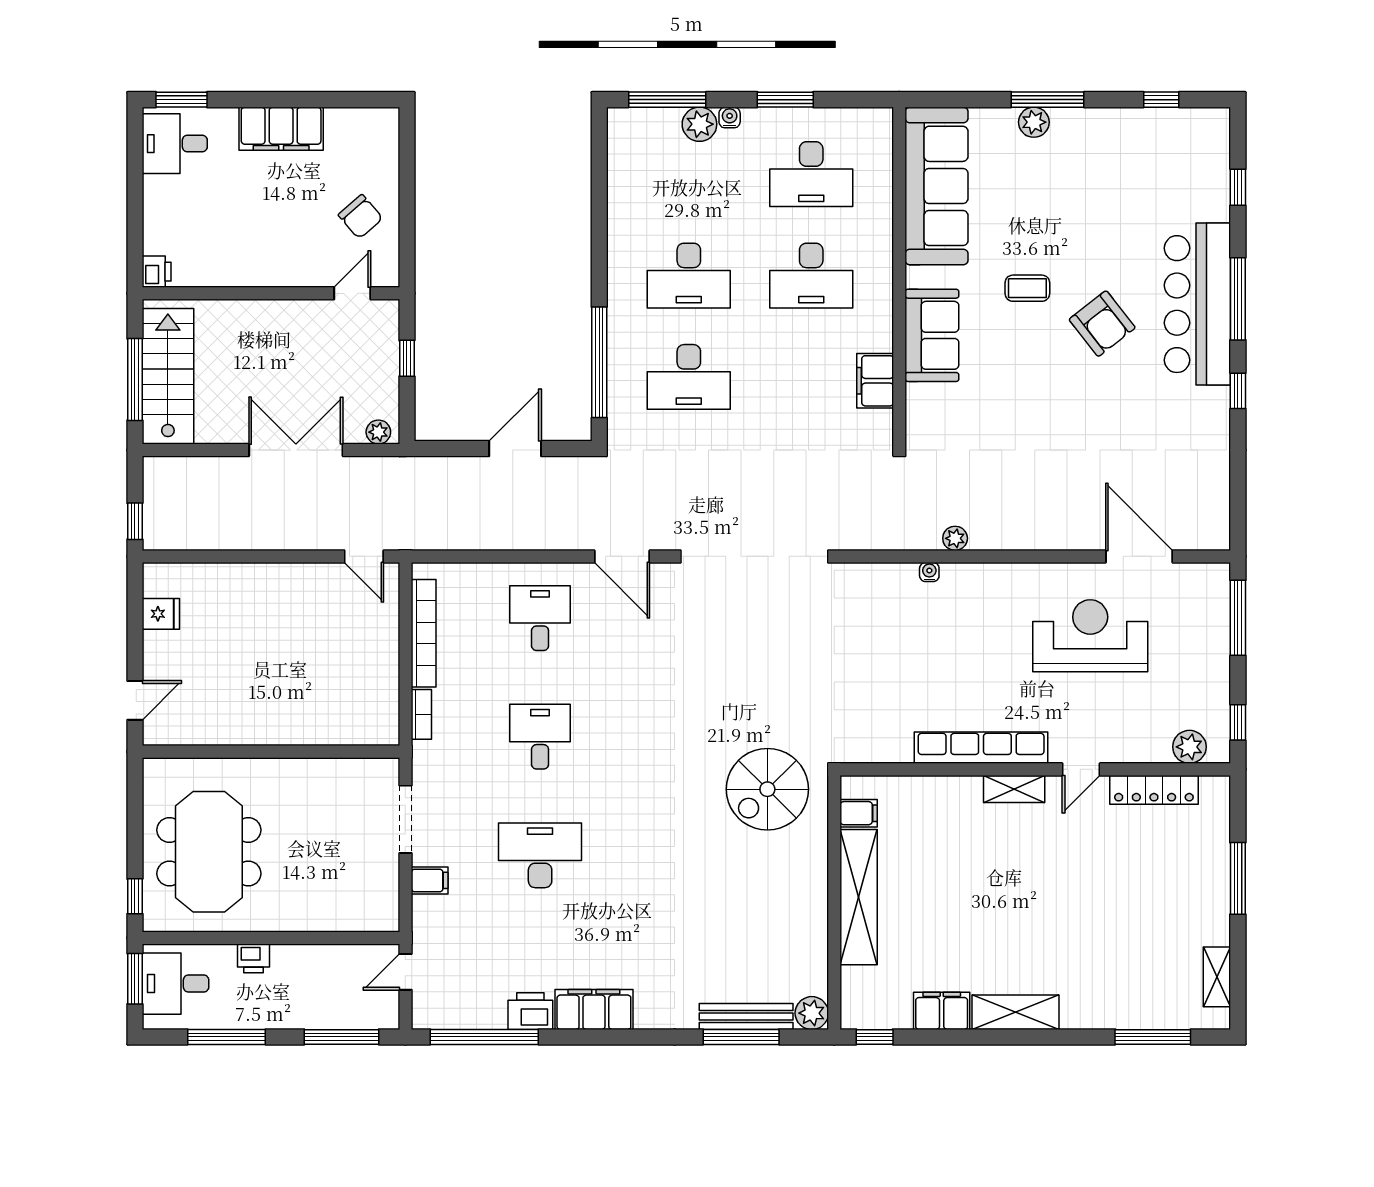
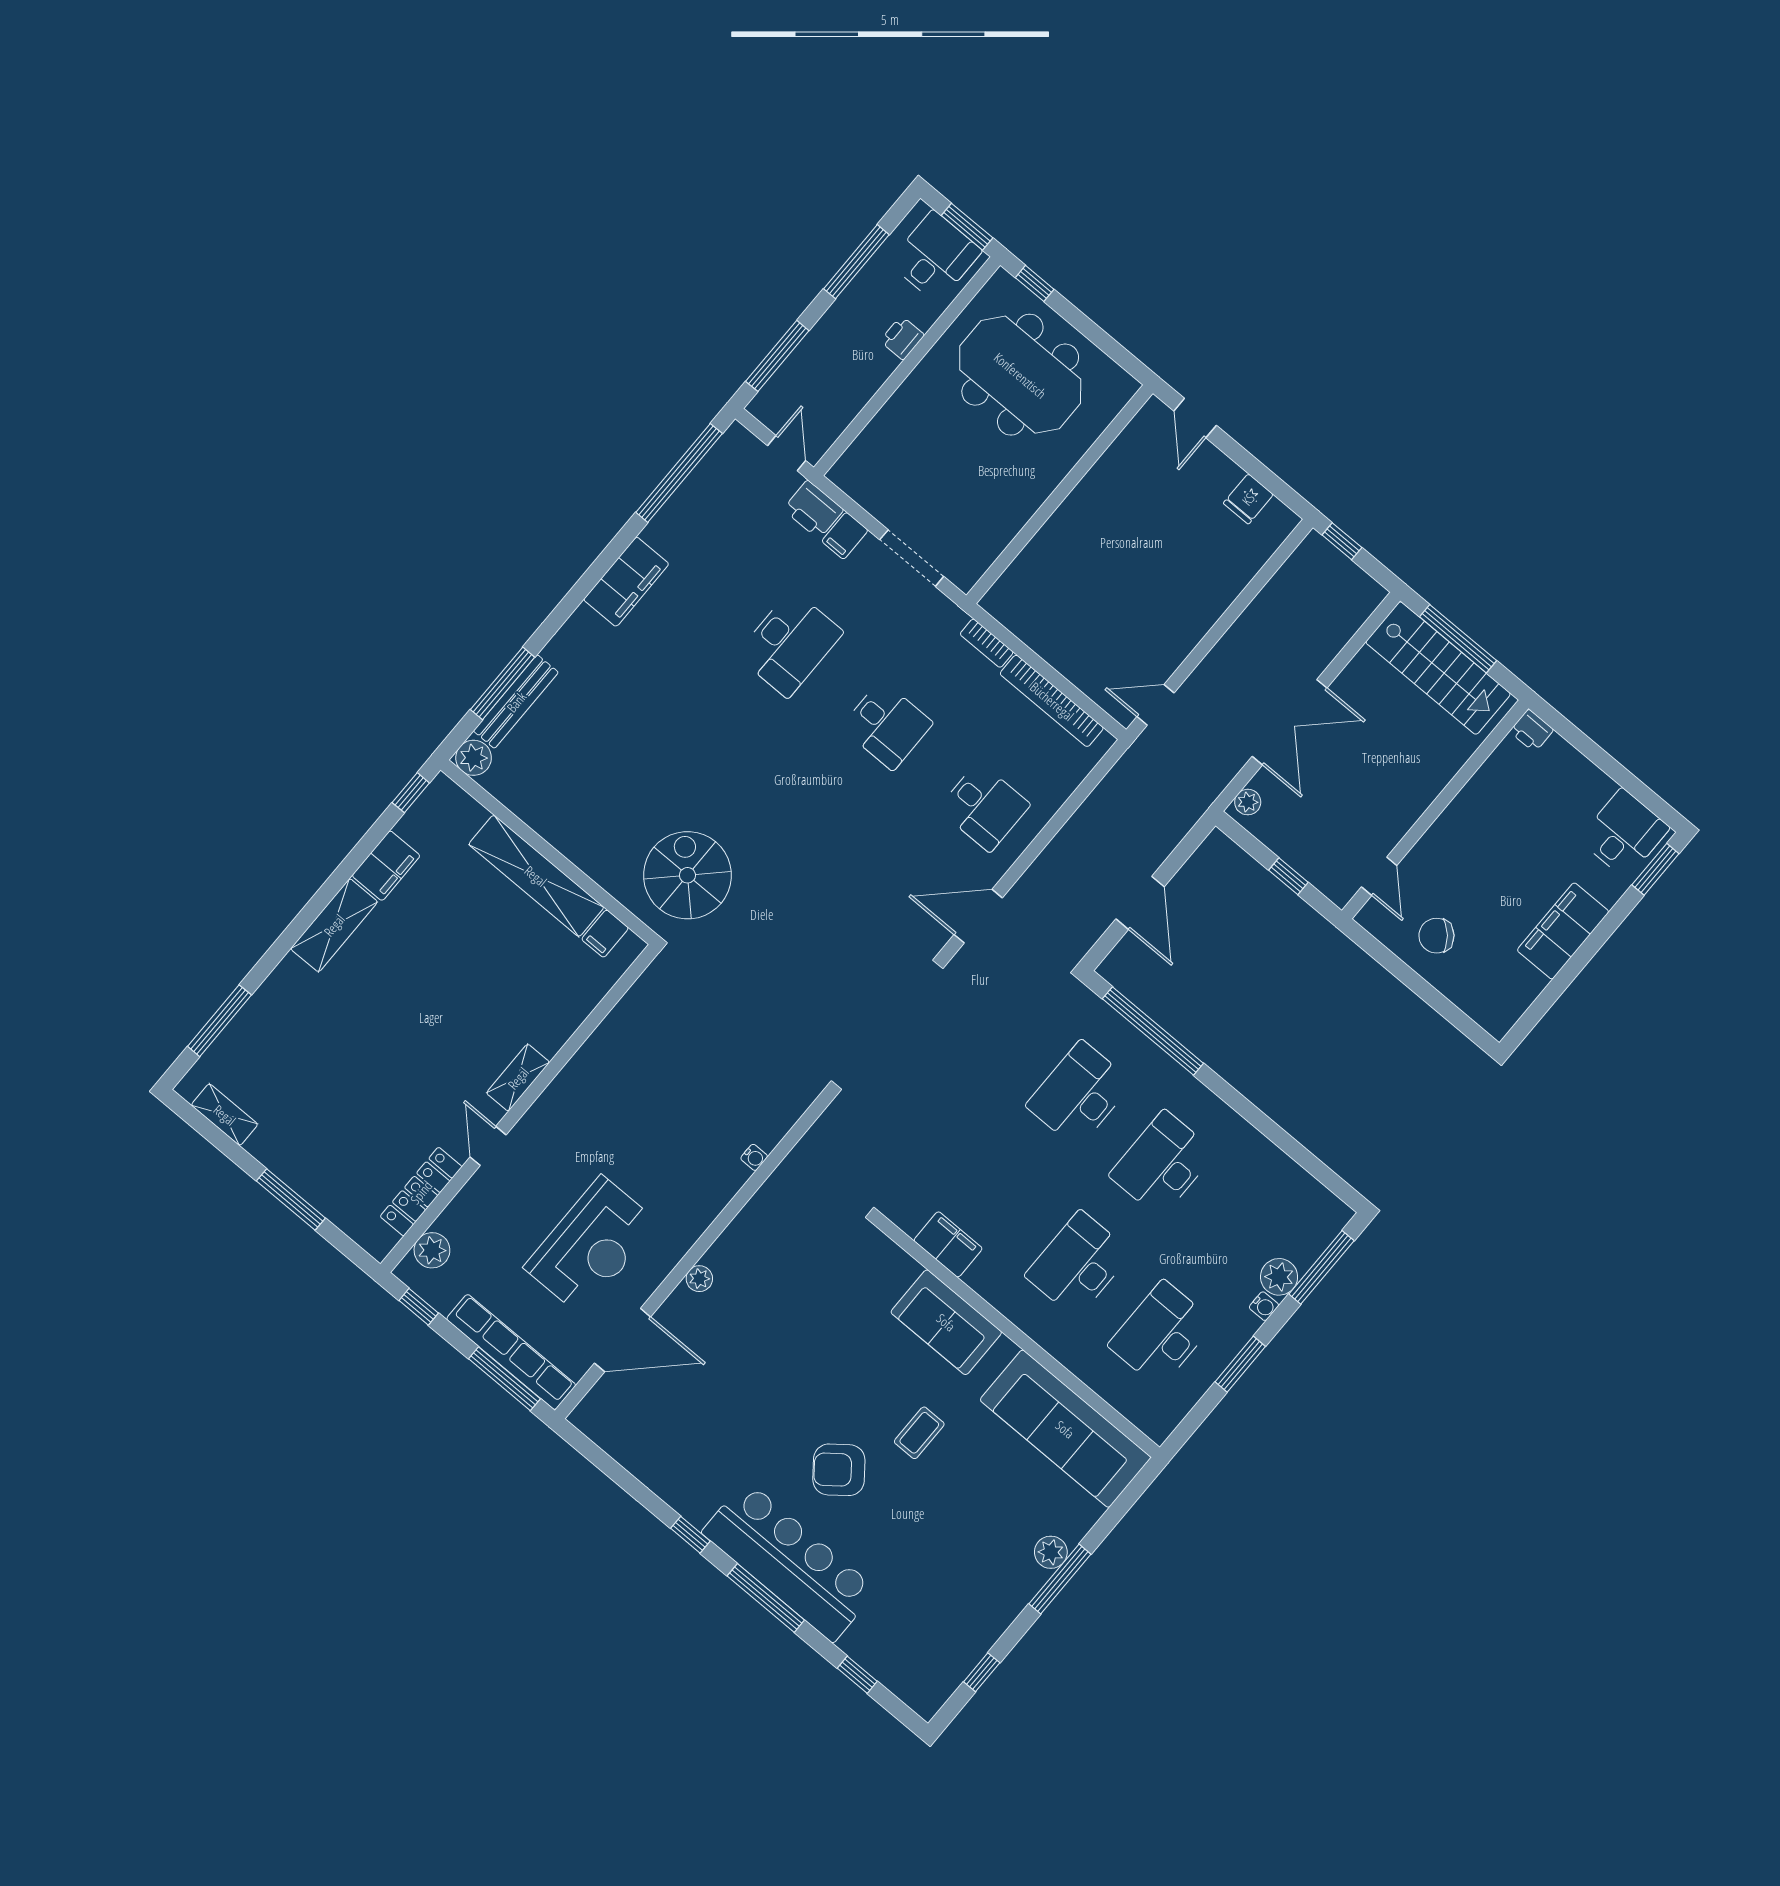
plant: (955, 538) -> (699, 1279), moved
row of seats: (981, 748) -> (511, 1352), moved, turned -90
printer: (530, 1011) -> (813, 510), moved, turned 90

